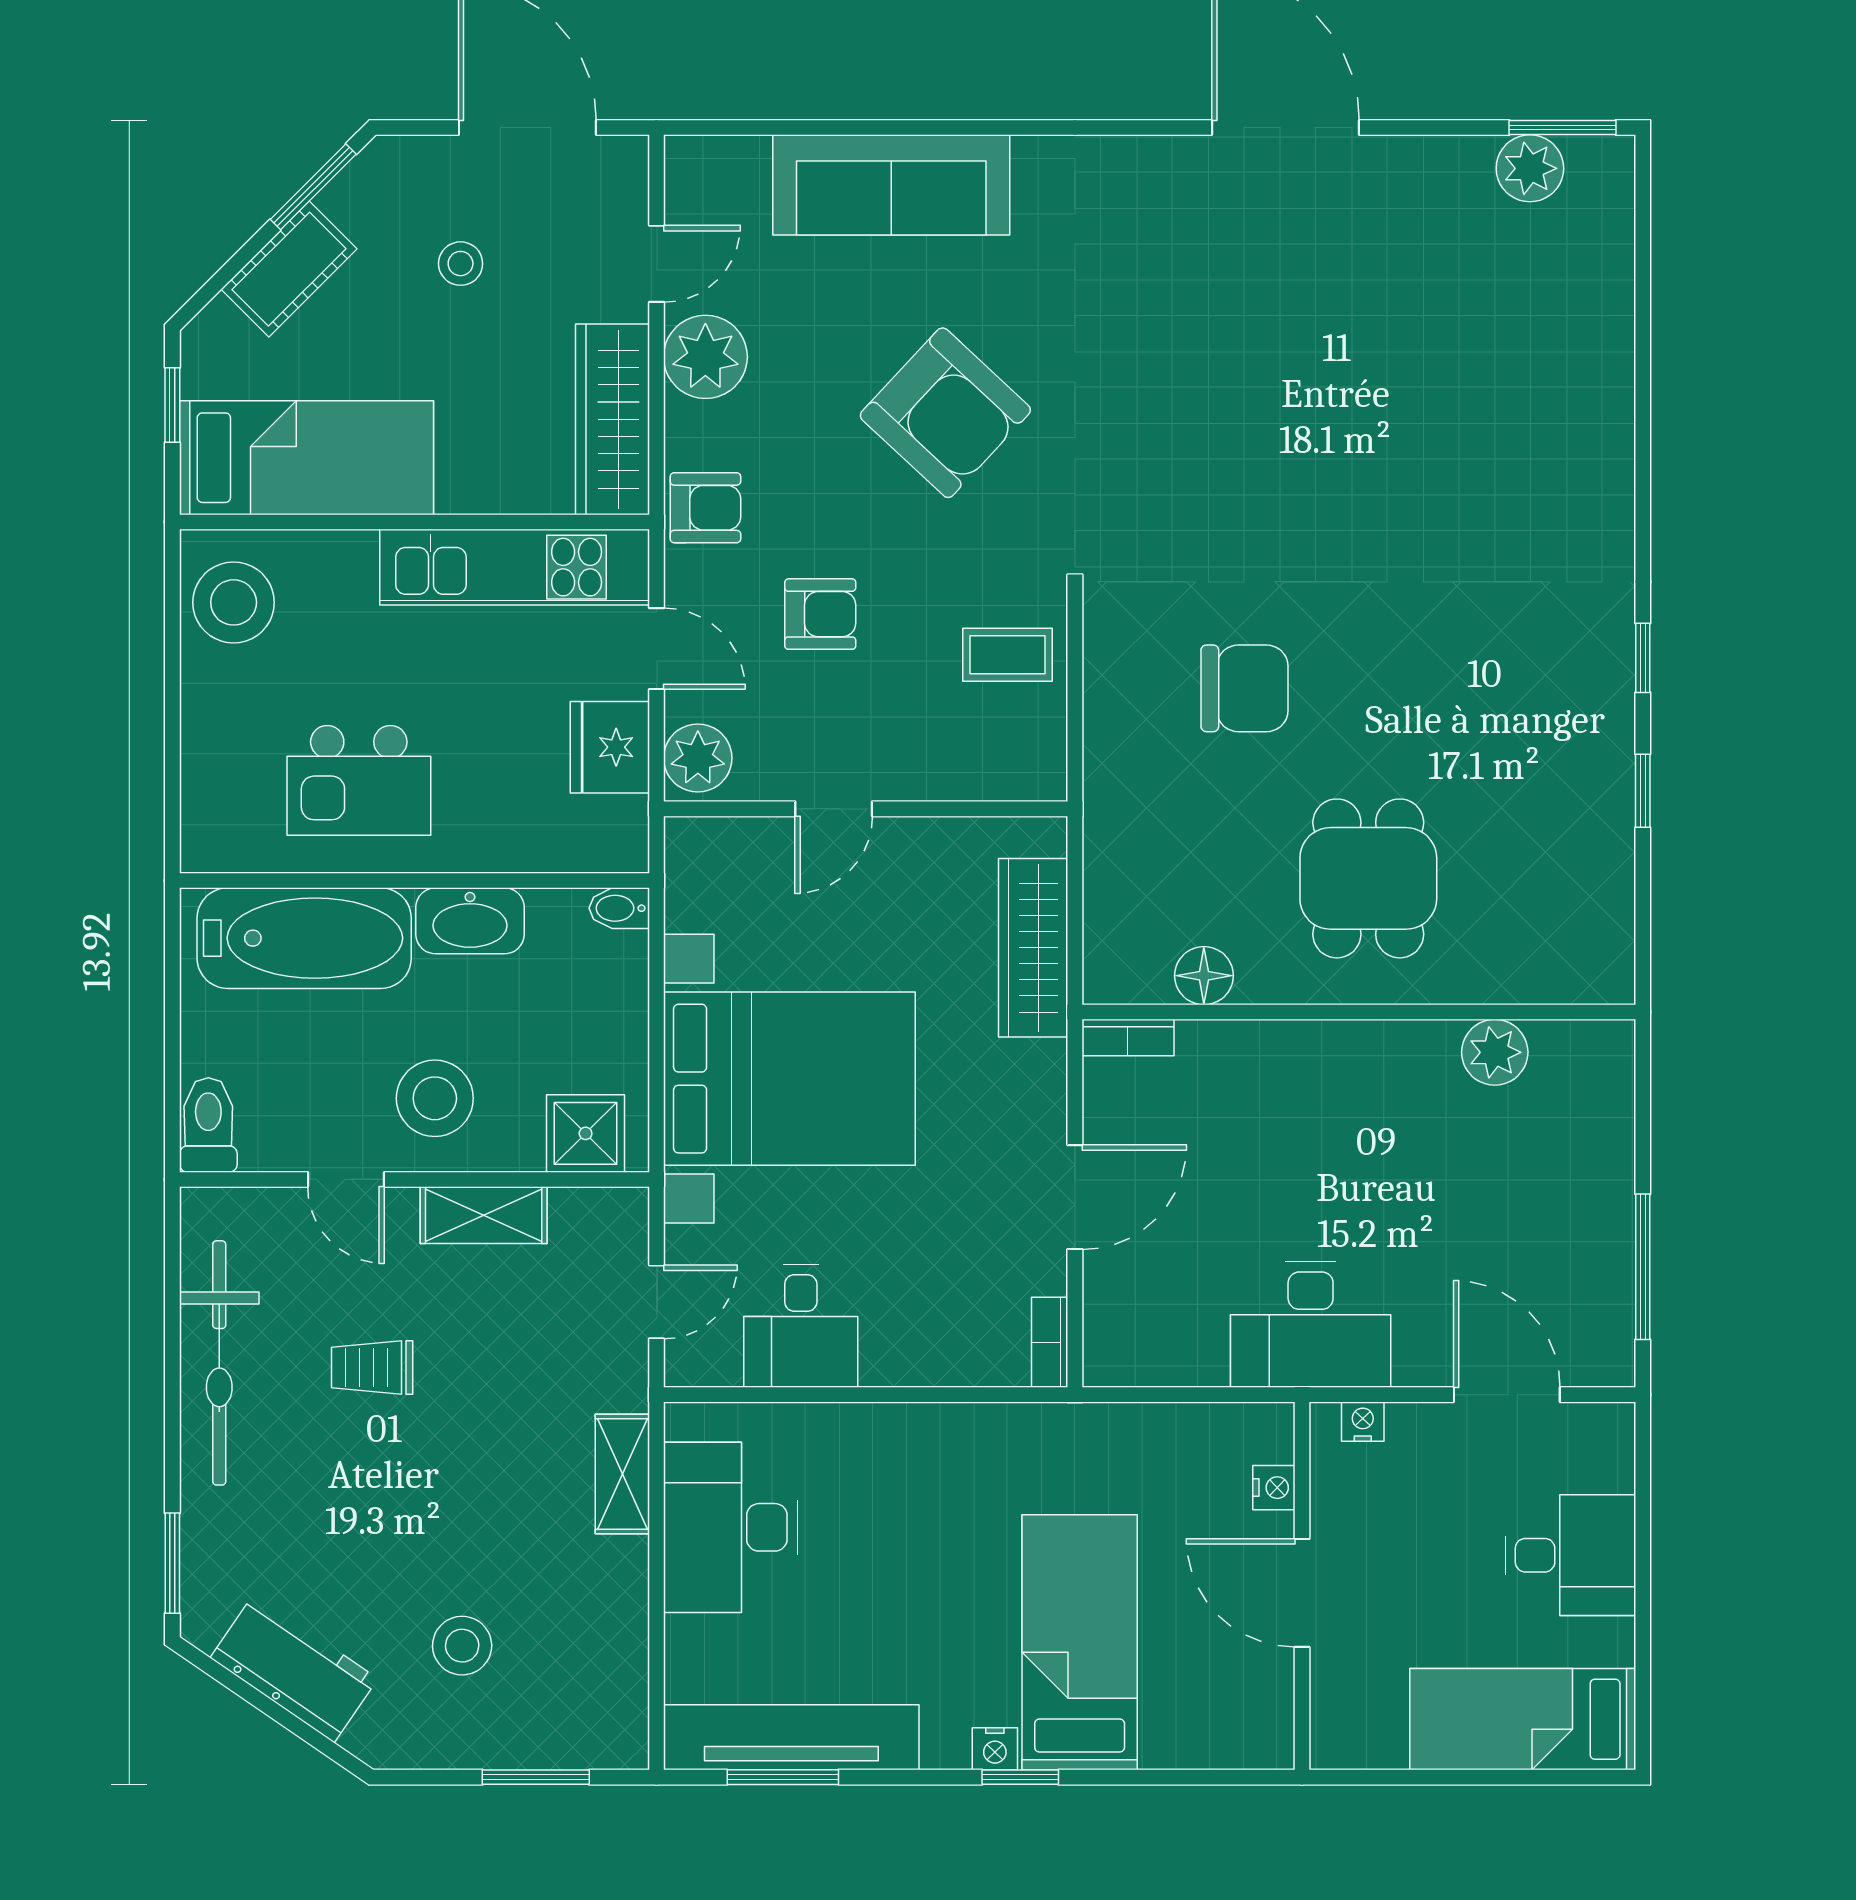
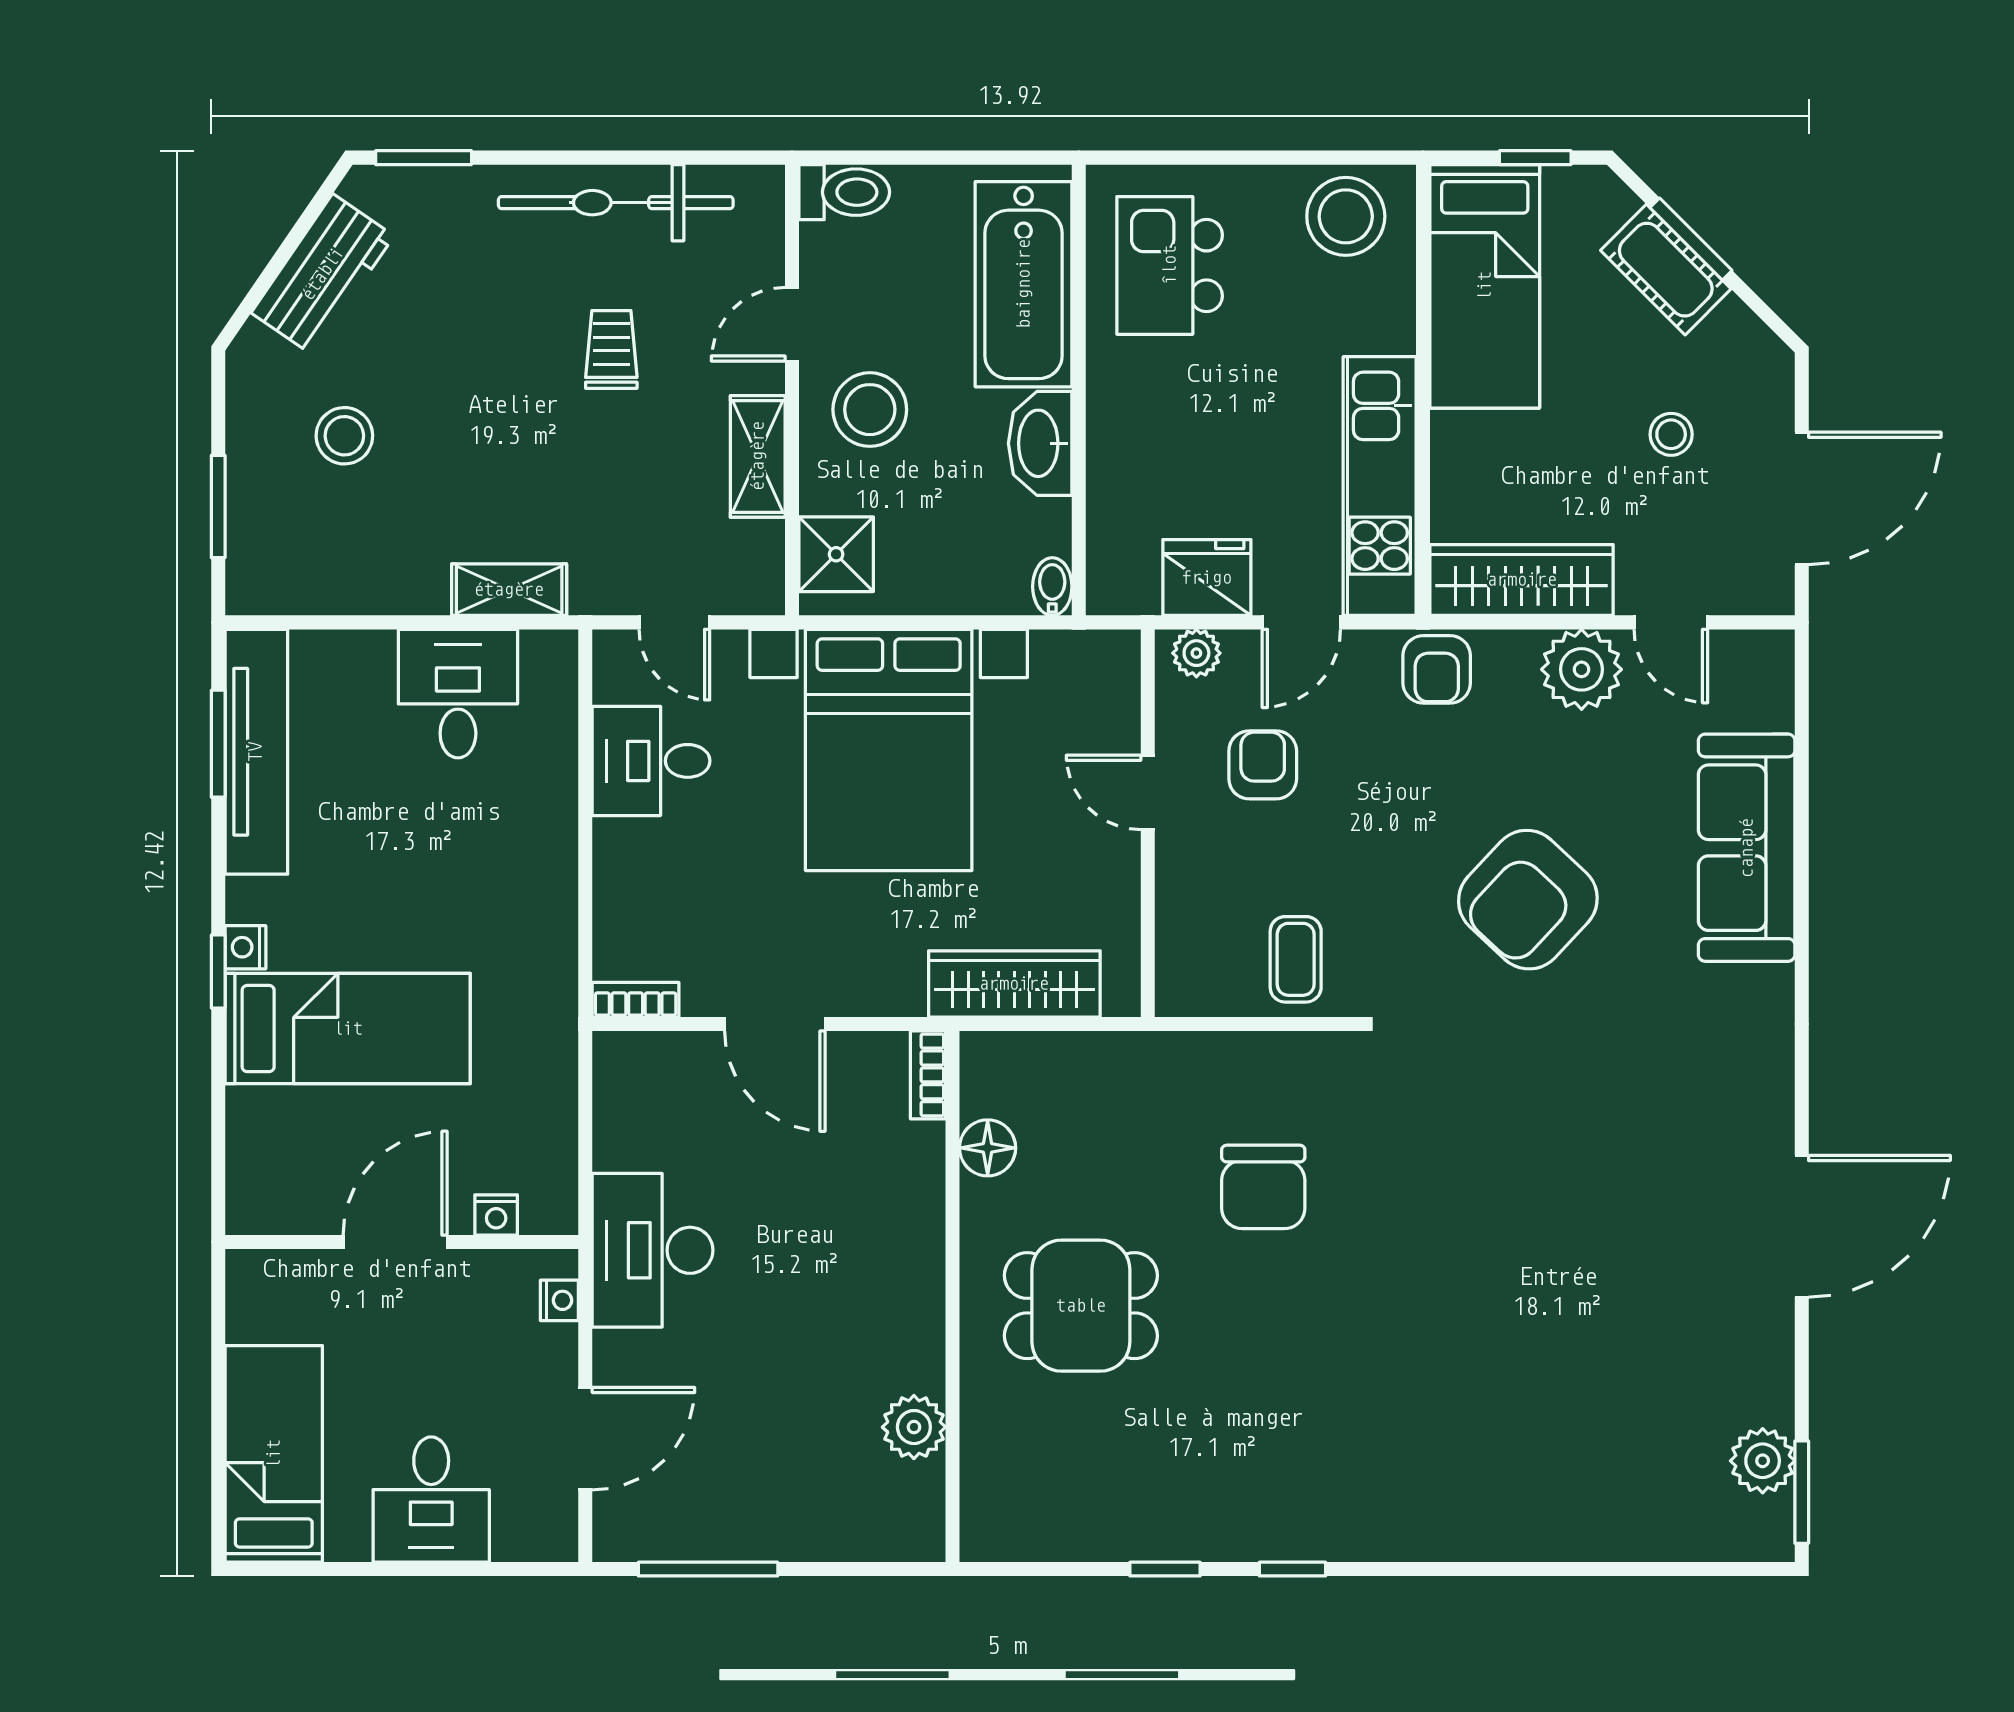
window: (313, 187) -> (1691, 239), moved
armchair: (820, 614) -> (1263, 765), moved, turned 180
plant: (698, 758) -> (1196, 653), width x0.73, depth x0.73
kitchen island: (359, 780) -> (1170, 265), moved
desk: (731, 1527) -> (458, 694), width x0.73

